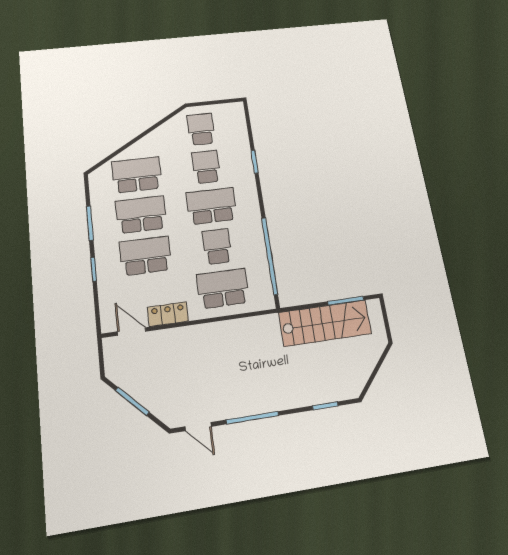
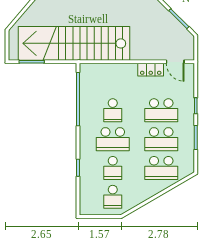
school desk: (223, 288) -> (113, 81), removed
stairs: (325, 323) -> (74, 43), width x1.86, depth x1.51

